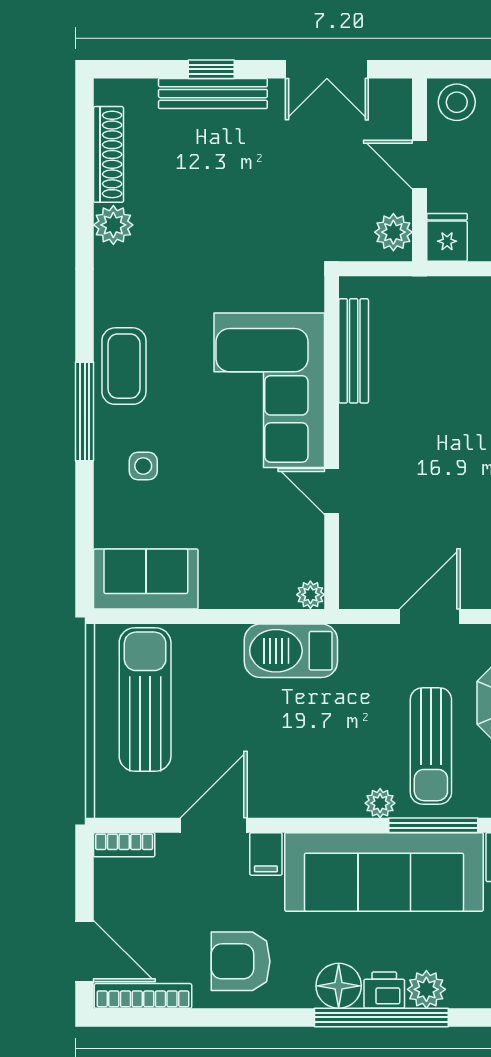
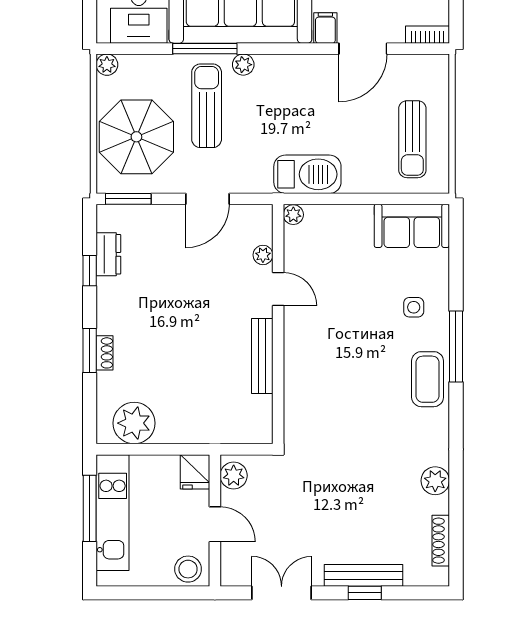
shoe rack: (108, 154) -> (441, 541), width x0.74, depth x0.81
bench: (354, 351) -> (262, 356), moved
corner sofa: (269, 390) -> (323, 362), removed
plant: (353, 539) -> (263, 255), added
sun lounger: (145, 699) -> (412, 139), width x0.73, depth x0.75

